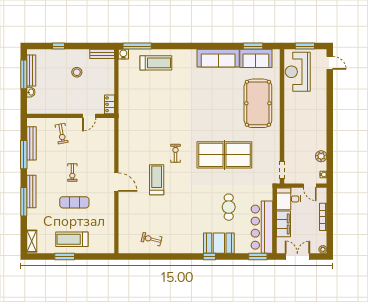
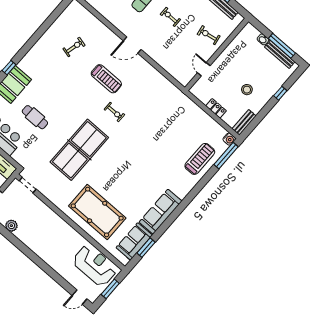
treadmill: (156, 63) -> (200, 159), turned 180
locker: (109, 104) -> (216, 108), moved
exercise bike: (152, 239) -> (74, 47), moved

